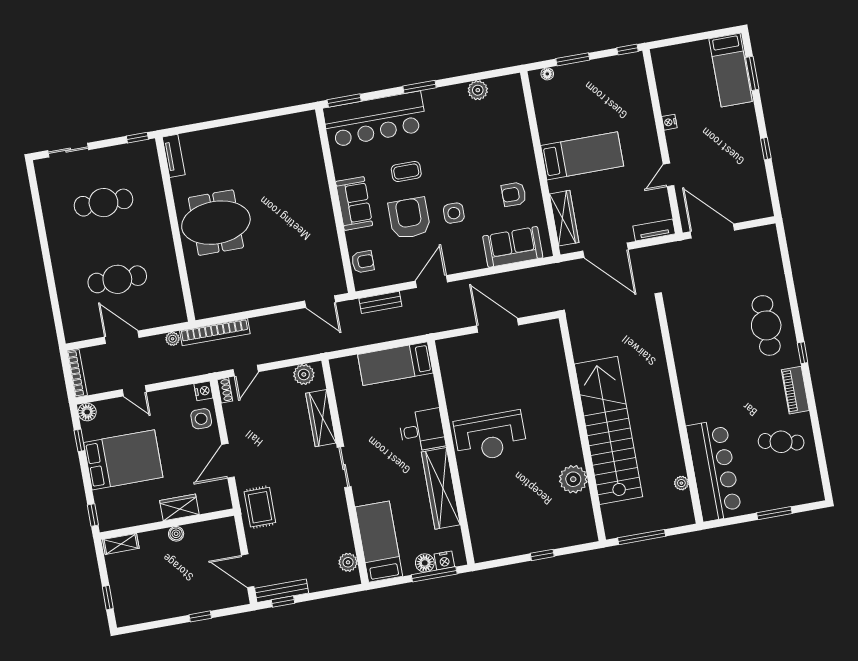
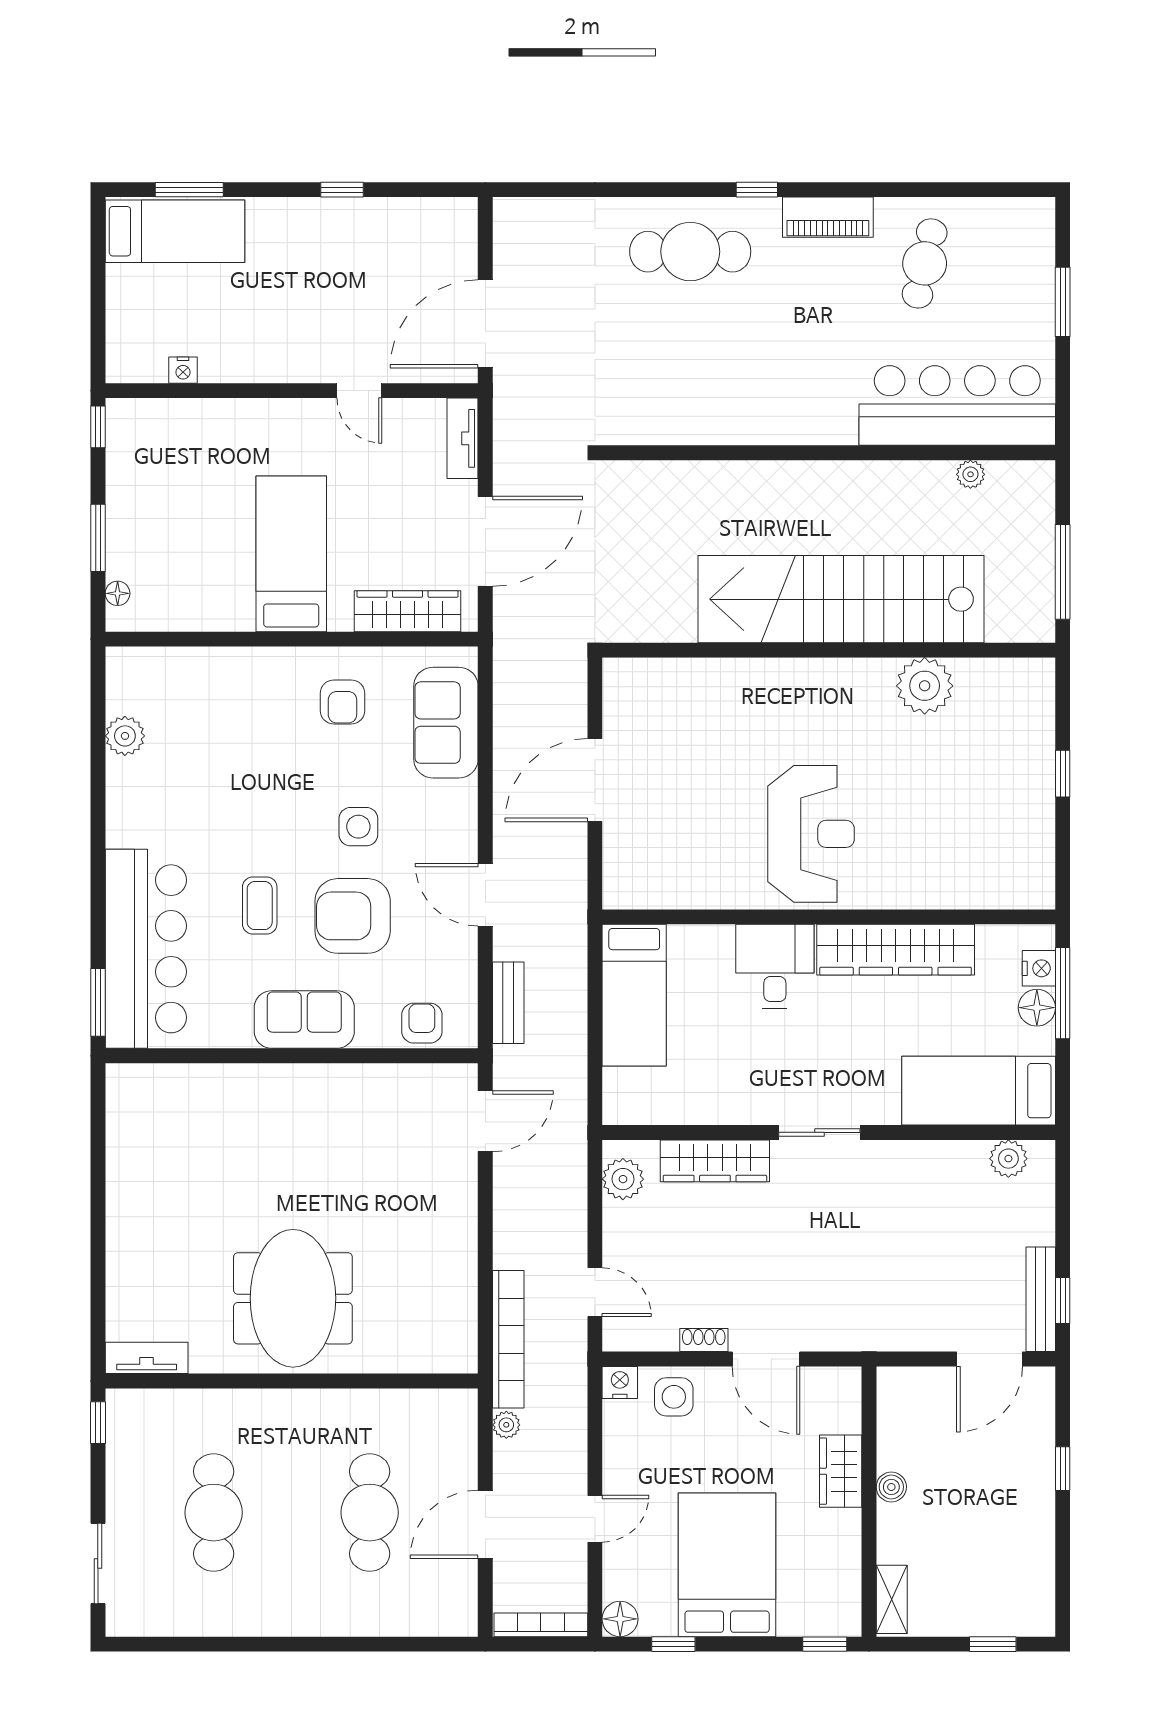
window: (419, 87) -> (98, 850), removed
nightstand: (669, 122) -> (183, 370), moved
shoe rack: (225, 390) -> (704, 1340), moved
rug: (260, 507) -> (869, 1313), removed

